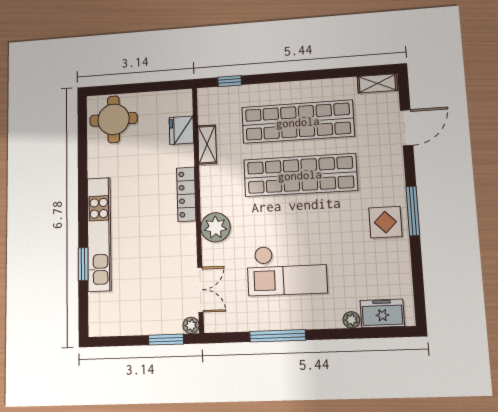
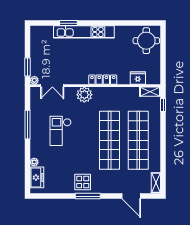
shelving: (207, 144) -> (150, 92), moved
checkout: (287, 270) -> (61, 131), width x0.73, depth x0.83

